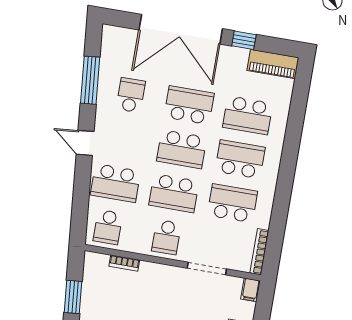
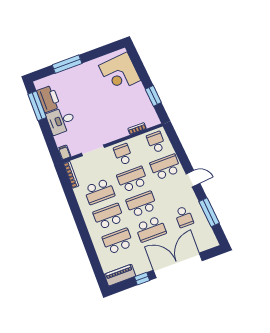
school desk: (240, 159) -> (109, 216), turned 180

